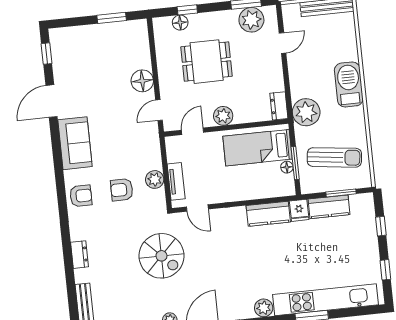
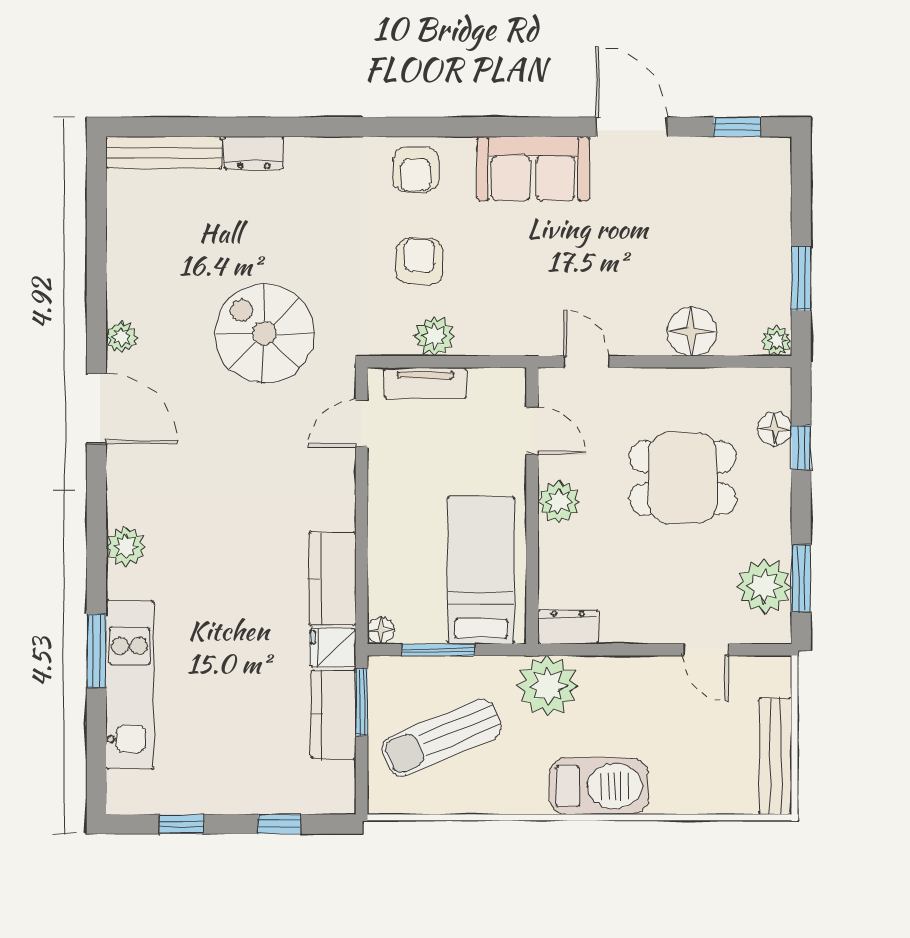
plant: (141, 26) -> (777, 341), added
dining table: (207, 62) -> (683, 478), turned 90
floor lamp: (142, 81) -> (692, 332), moved
sun lounger: (334, 157) -> (442, 738), turned 60
floor lamp: (287, 167) -> (381, 631), moved
window: (341, 193) -> (362, 702), moved
dresser: (79, 255) -> (254, 153), moved
spiral stairs: (161, 256) -> (264, 333), turned 90
kitchen unit: (325, 300) -> (130, 685), width x0.73

